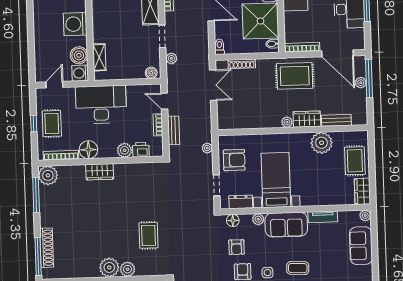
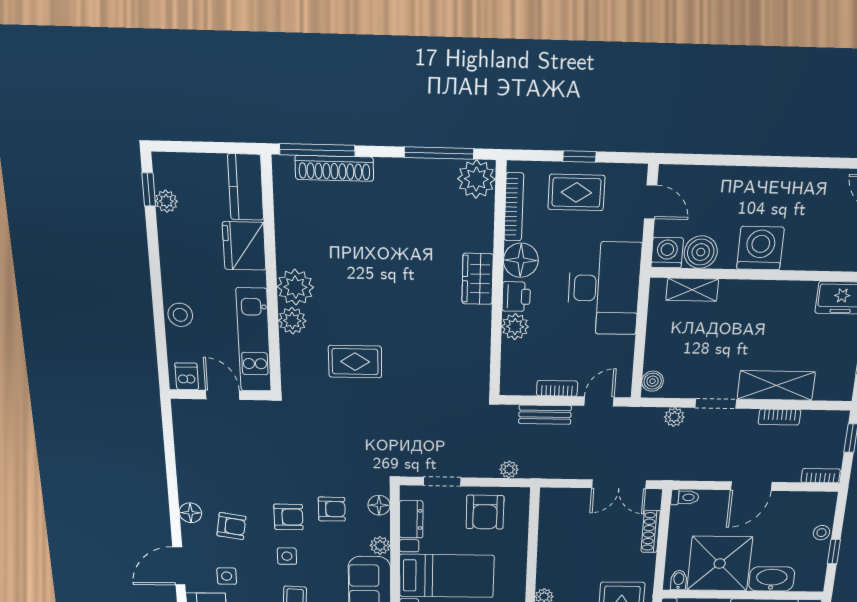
printer: (141, 150) -> (516, 297), moved
armchair: (236, 247) -> (332, 509), turned 180

